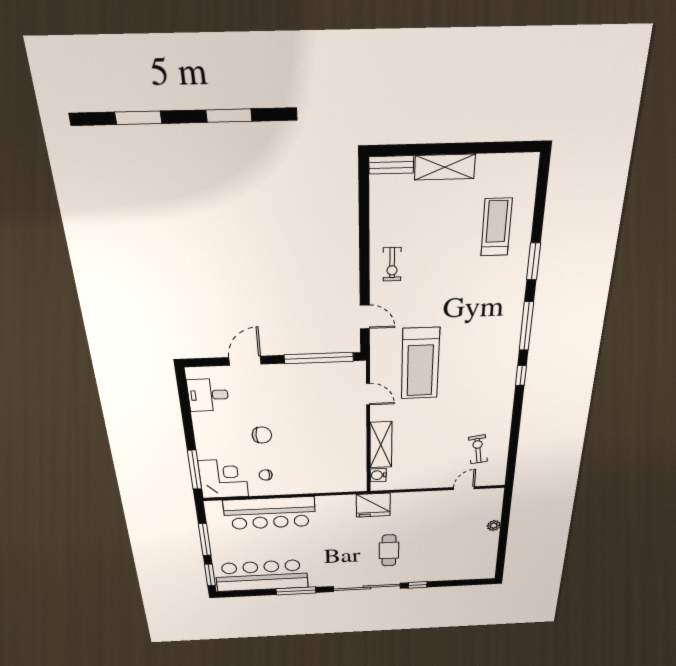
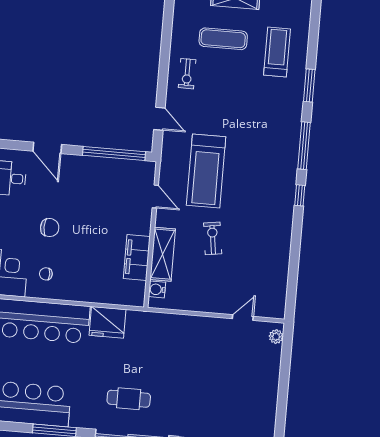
exercise mat: (432, 219) -> (223, 39), added
door: (245, 361) -> (47, 148), swing flipped
exercise bike: (478, 449) -> (213, 238), moved
filing cabinet: (355, 451) -> (137, 257), added
fridge: (373, 505) -> (107, 322), moved
plant: (494, 526) -> (276, 337), moved
cafe table: (389, 550) -> (129, 399), moved, turned 90

